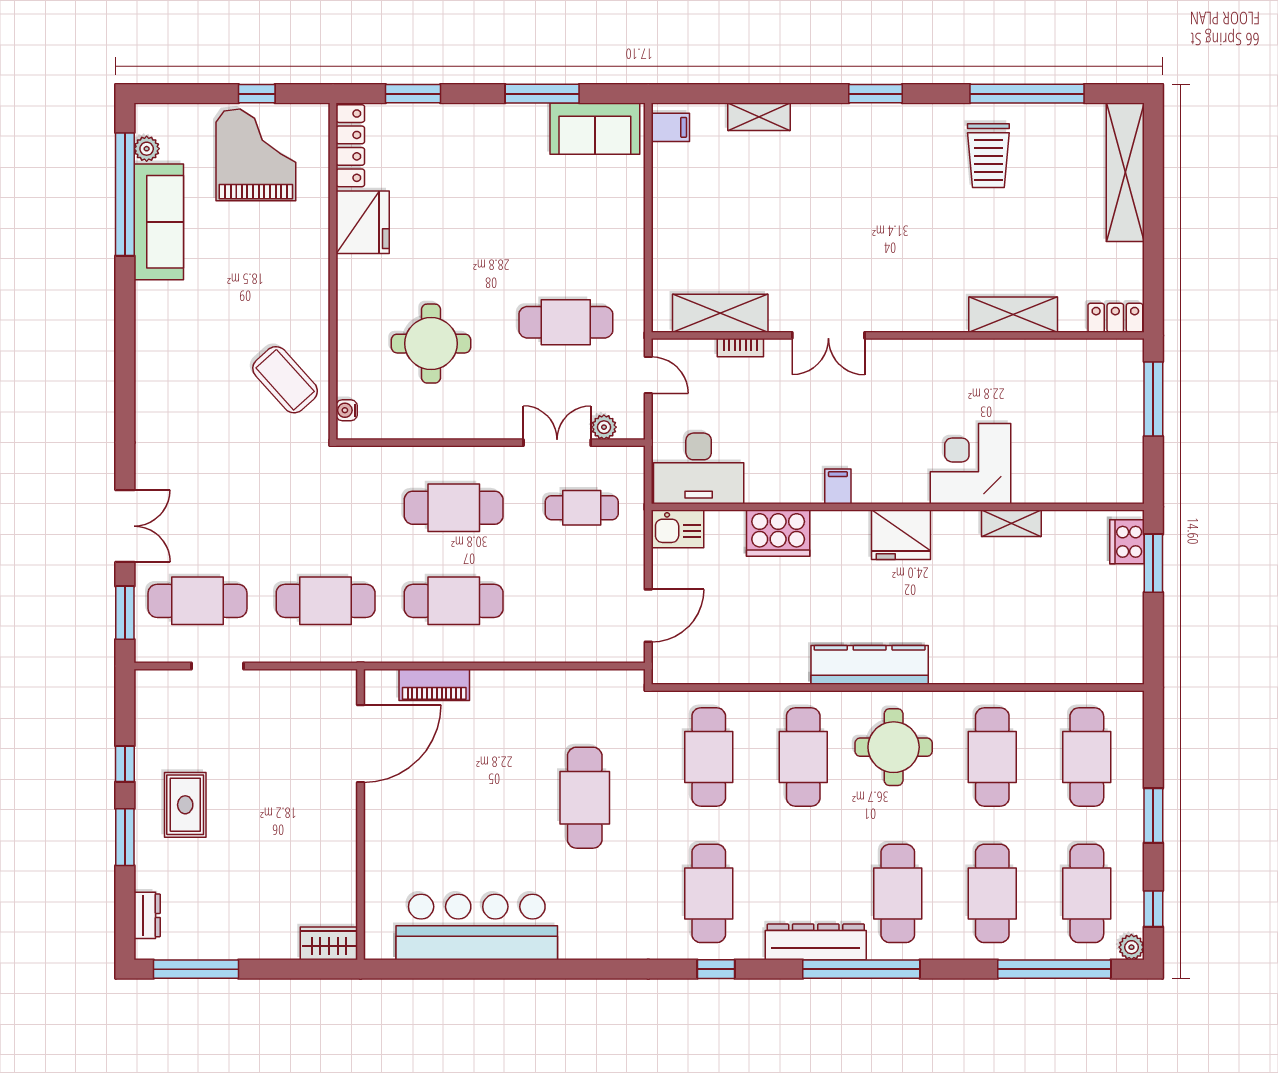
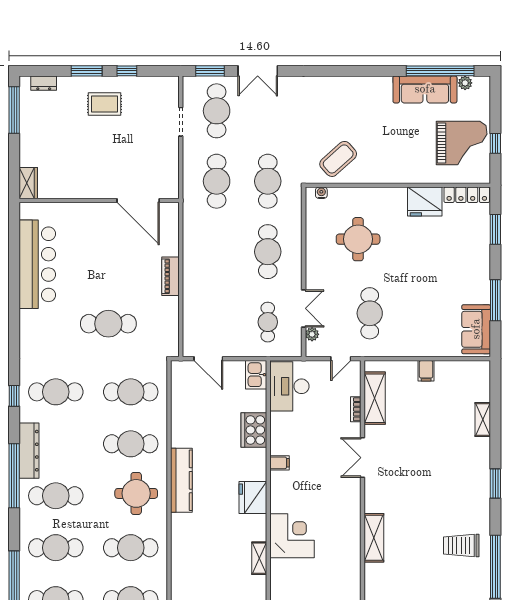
filing cabinet: (670, 127) -> (426, 371), moved
shelving: (1013, 315) -> (374, 538), moved
cafe table: (454, 601) -> (268, 181), moved
piano: (434, 685) -> (170, 276), moved

